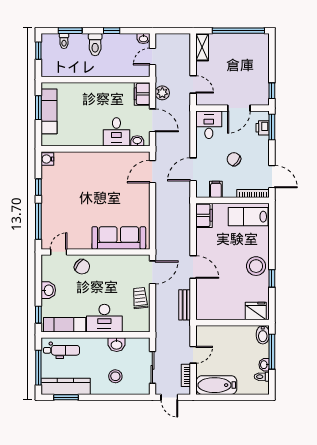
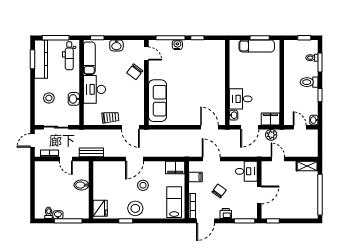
door: (193, 84) -> (278, 159), swing flipped
door: (239, 108) -> (259, 195), swing flipped
printer: (263, 128) -> (226, 214), moved
water cooler: (47, 159) -> (177, 45), moved
stool: (227, 256) -> (143, 185), added
bench: (185, 305) -> (91, 152), moved
bidet: (263, 335) -> (82, 185), moved
bathtub: (217, 385) -> (42, 177), removed

